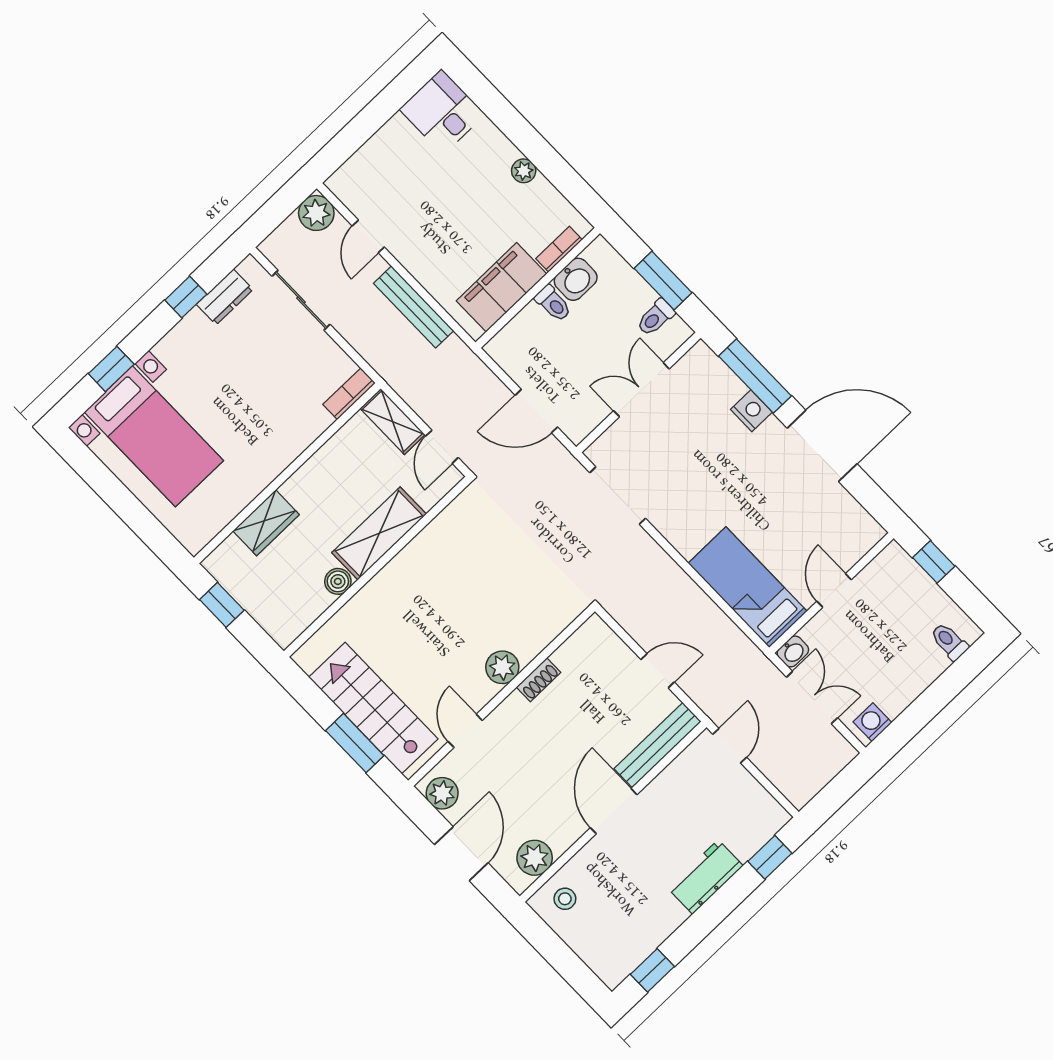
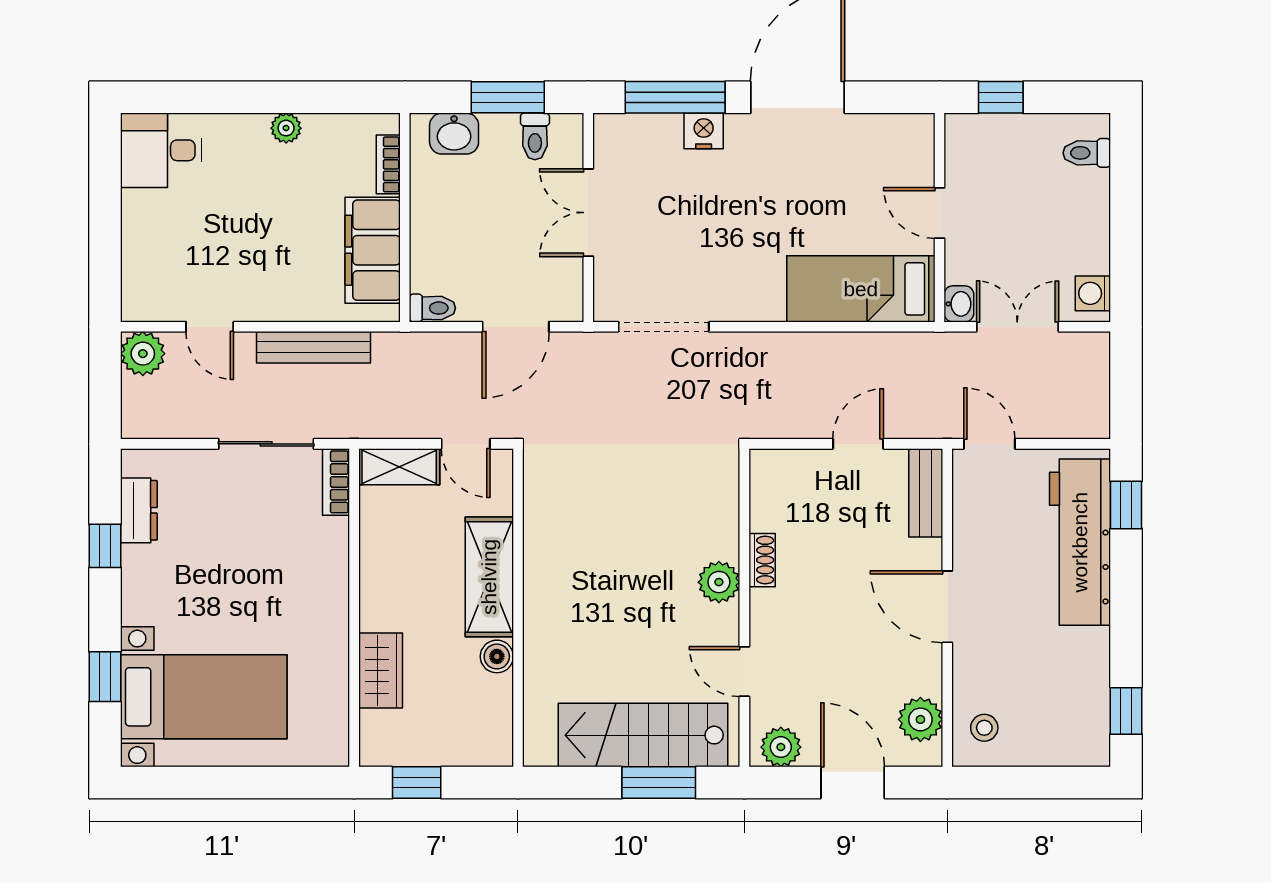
washbasin: (576, 279) -> (454, 134), moved, turned 90
sliding door: (301, 300) -> (266, 444), moved
toilet: (553, 303) -> (432, 308), moved
bench: (658, 745) -> (926, 493), width x0.73
workbench: (705, 877) -> (1080, 542), width x1.88, depth x1.32

